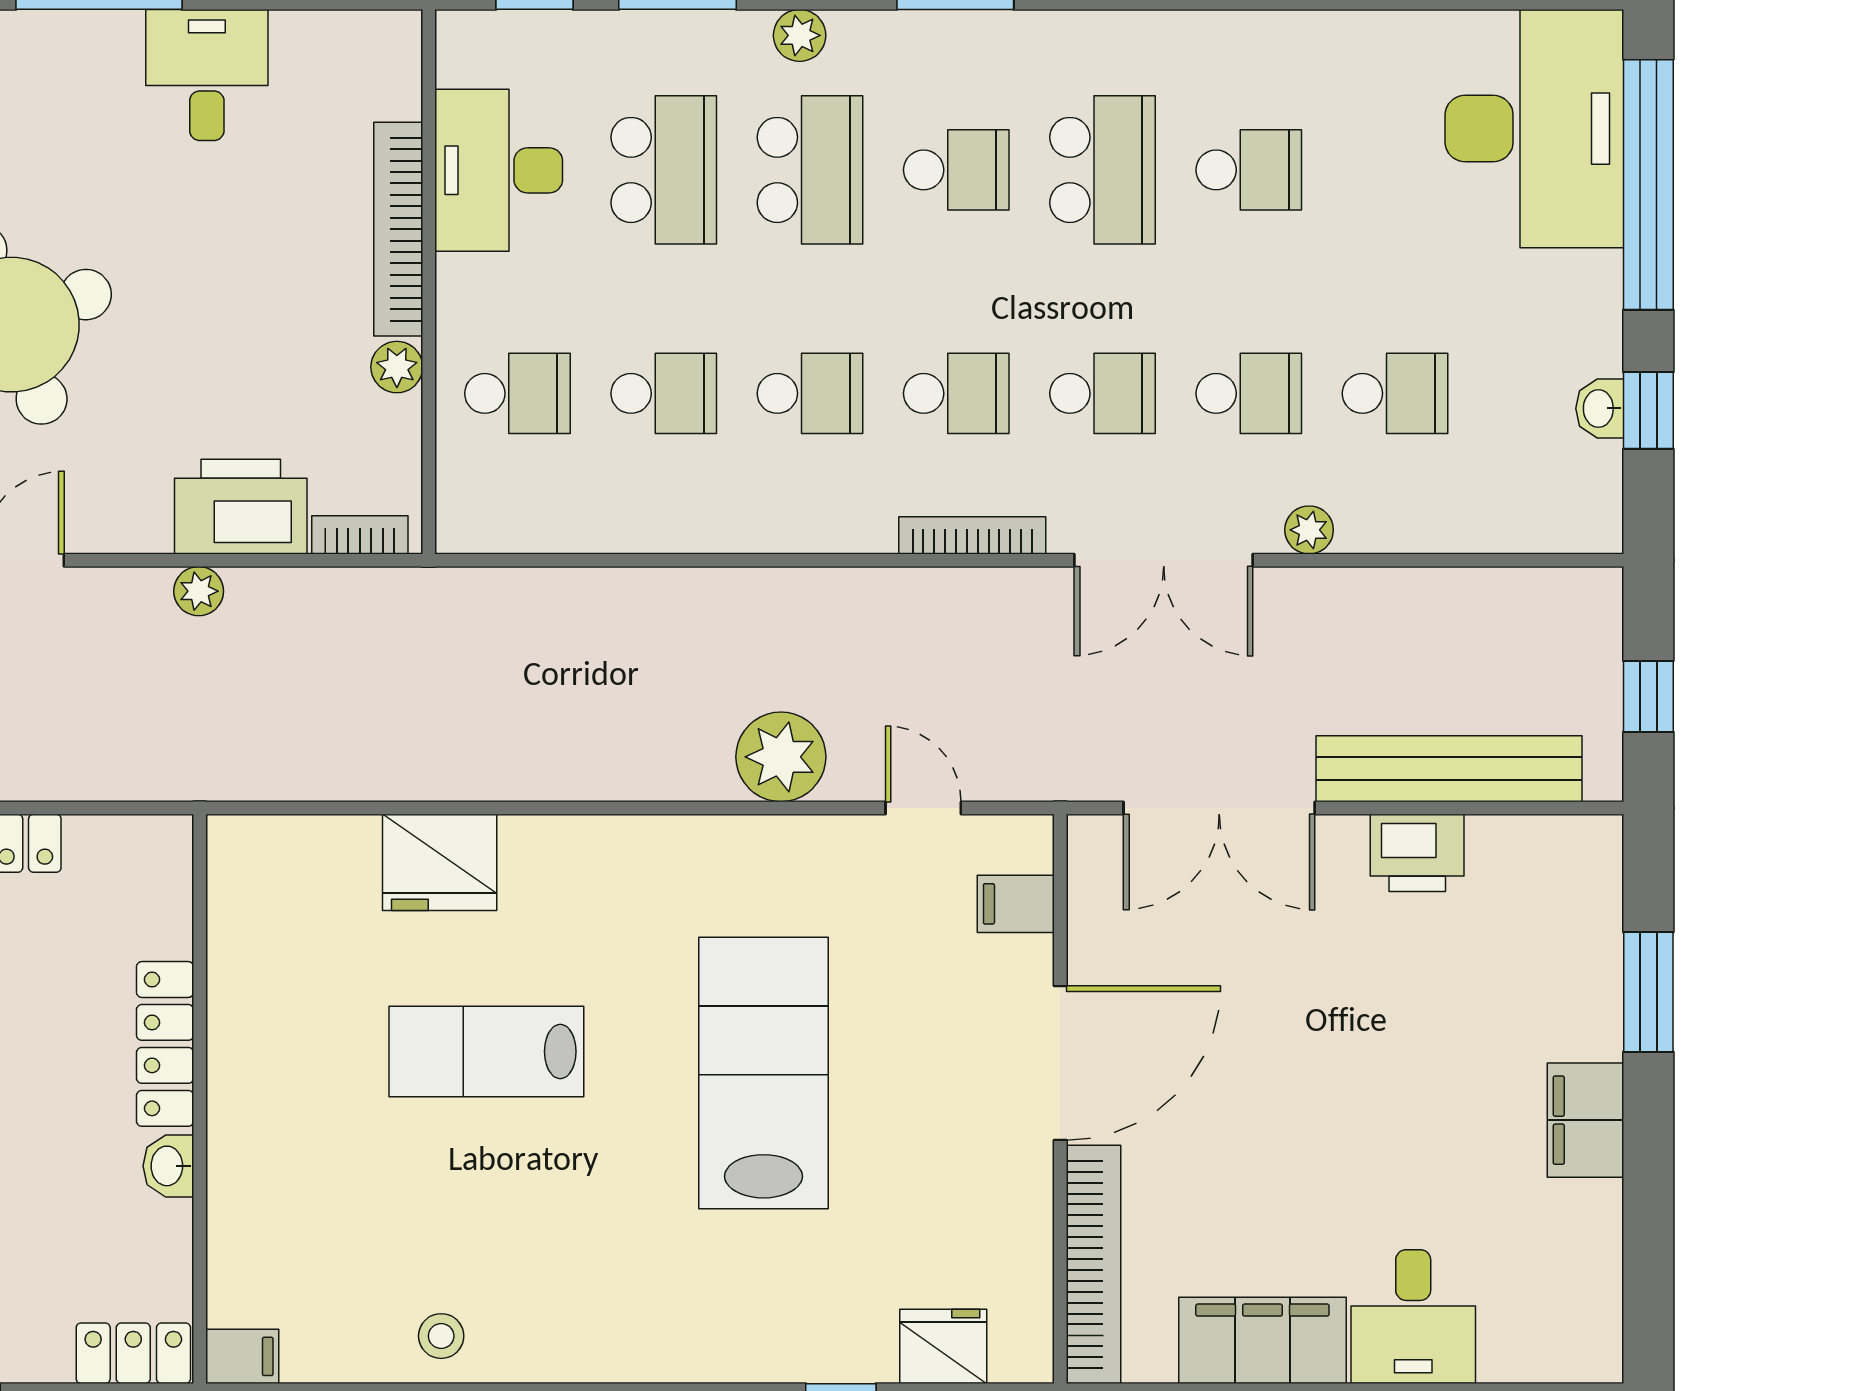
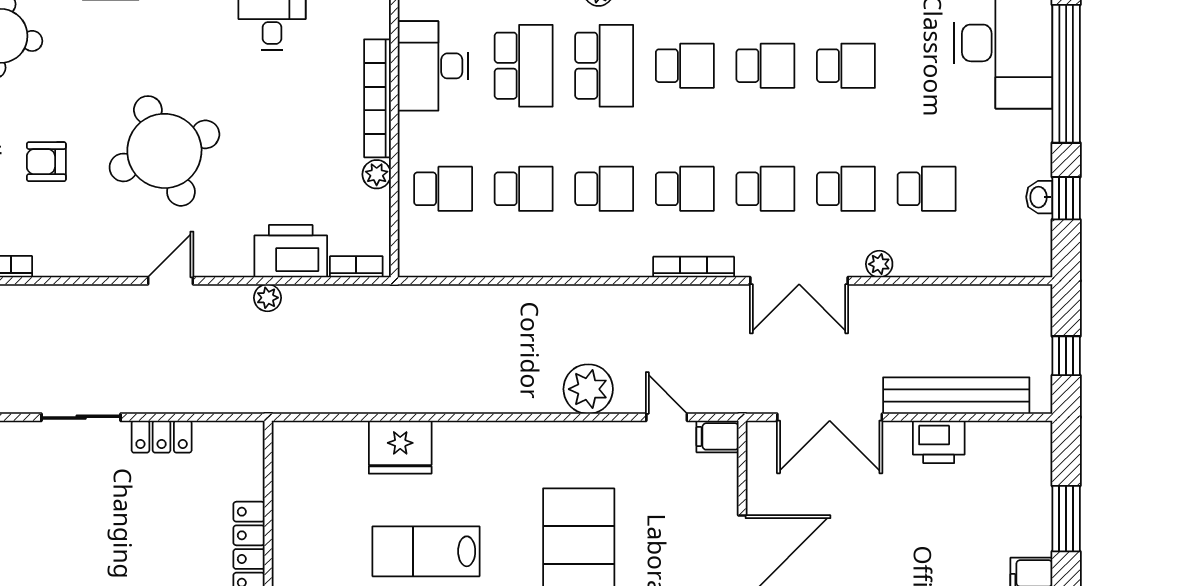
school desk: (1102, 170) -> (765, 66), width x0.54
filing cabinet: (1016, 904) -> (718, 436), moved

